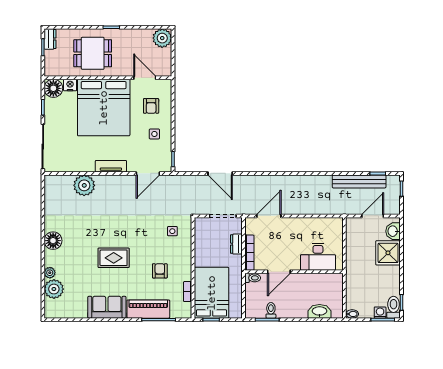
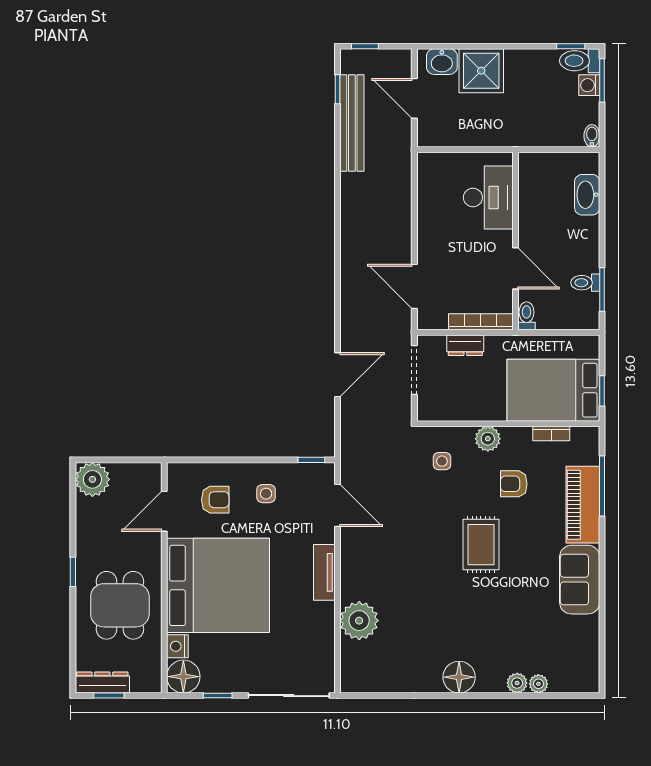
dresser: (50, 39) -> (102, 683), width x1.44
plant: (185, 256) -> (488, 439), added
rug: (114, 258) -> (481, 545), moved
plant: (54, 289) -> (538, 684), width x0.53, depth x0.53

